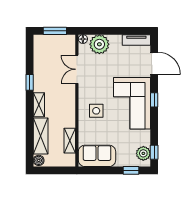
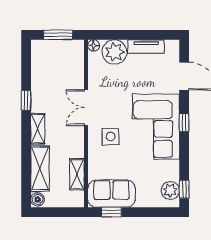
tv unit: (136, 40) -> (146, 46), moved
double door: (77, 69) -> (86, 107), moved
window: (131, 170) -> (112, 212), moved

